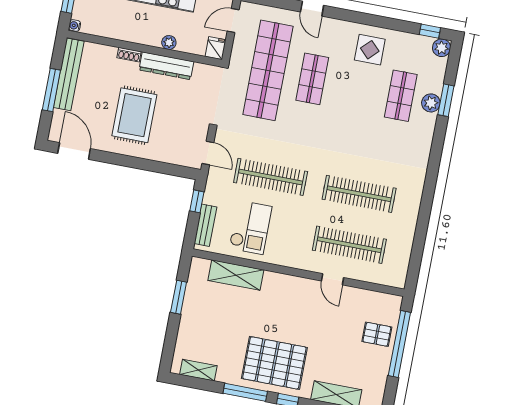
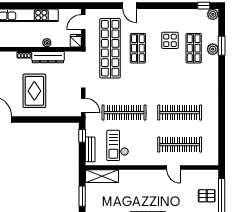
display table: (370, 50) -> (170, 40), moved
checkout: (250, 227) -> (118, 145), turned 180
shelving: (236, 275) -> (102, 176), moved

